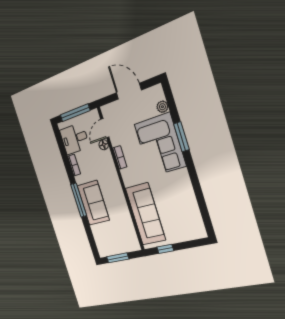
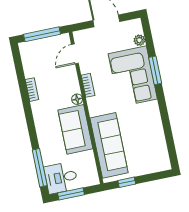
desk: (75, 139) -> (61, 178), moved
floor lamp: (104, 145) -> (77, 99), moved
window: (79, 200) -> (40, 168), moved
sofa: (93, 203) -> (75, 129), moved, turned 180

